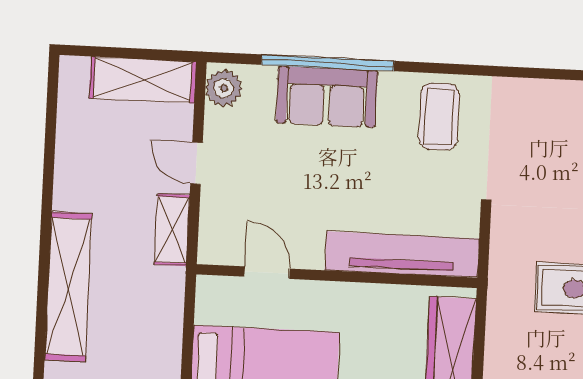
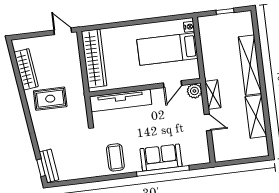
shelving: (143, 80) -> (256, 116), moved, turned 90
plant: (224, 88) -> (194, 91), moved
door: (267, 273) -> (173, 84), hinge flipped

